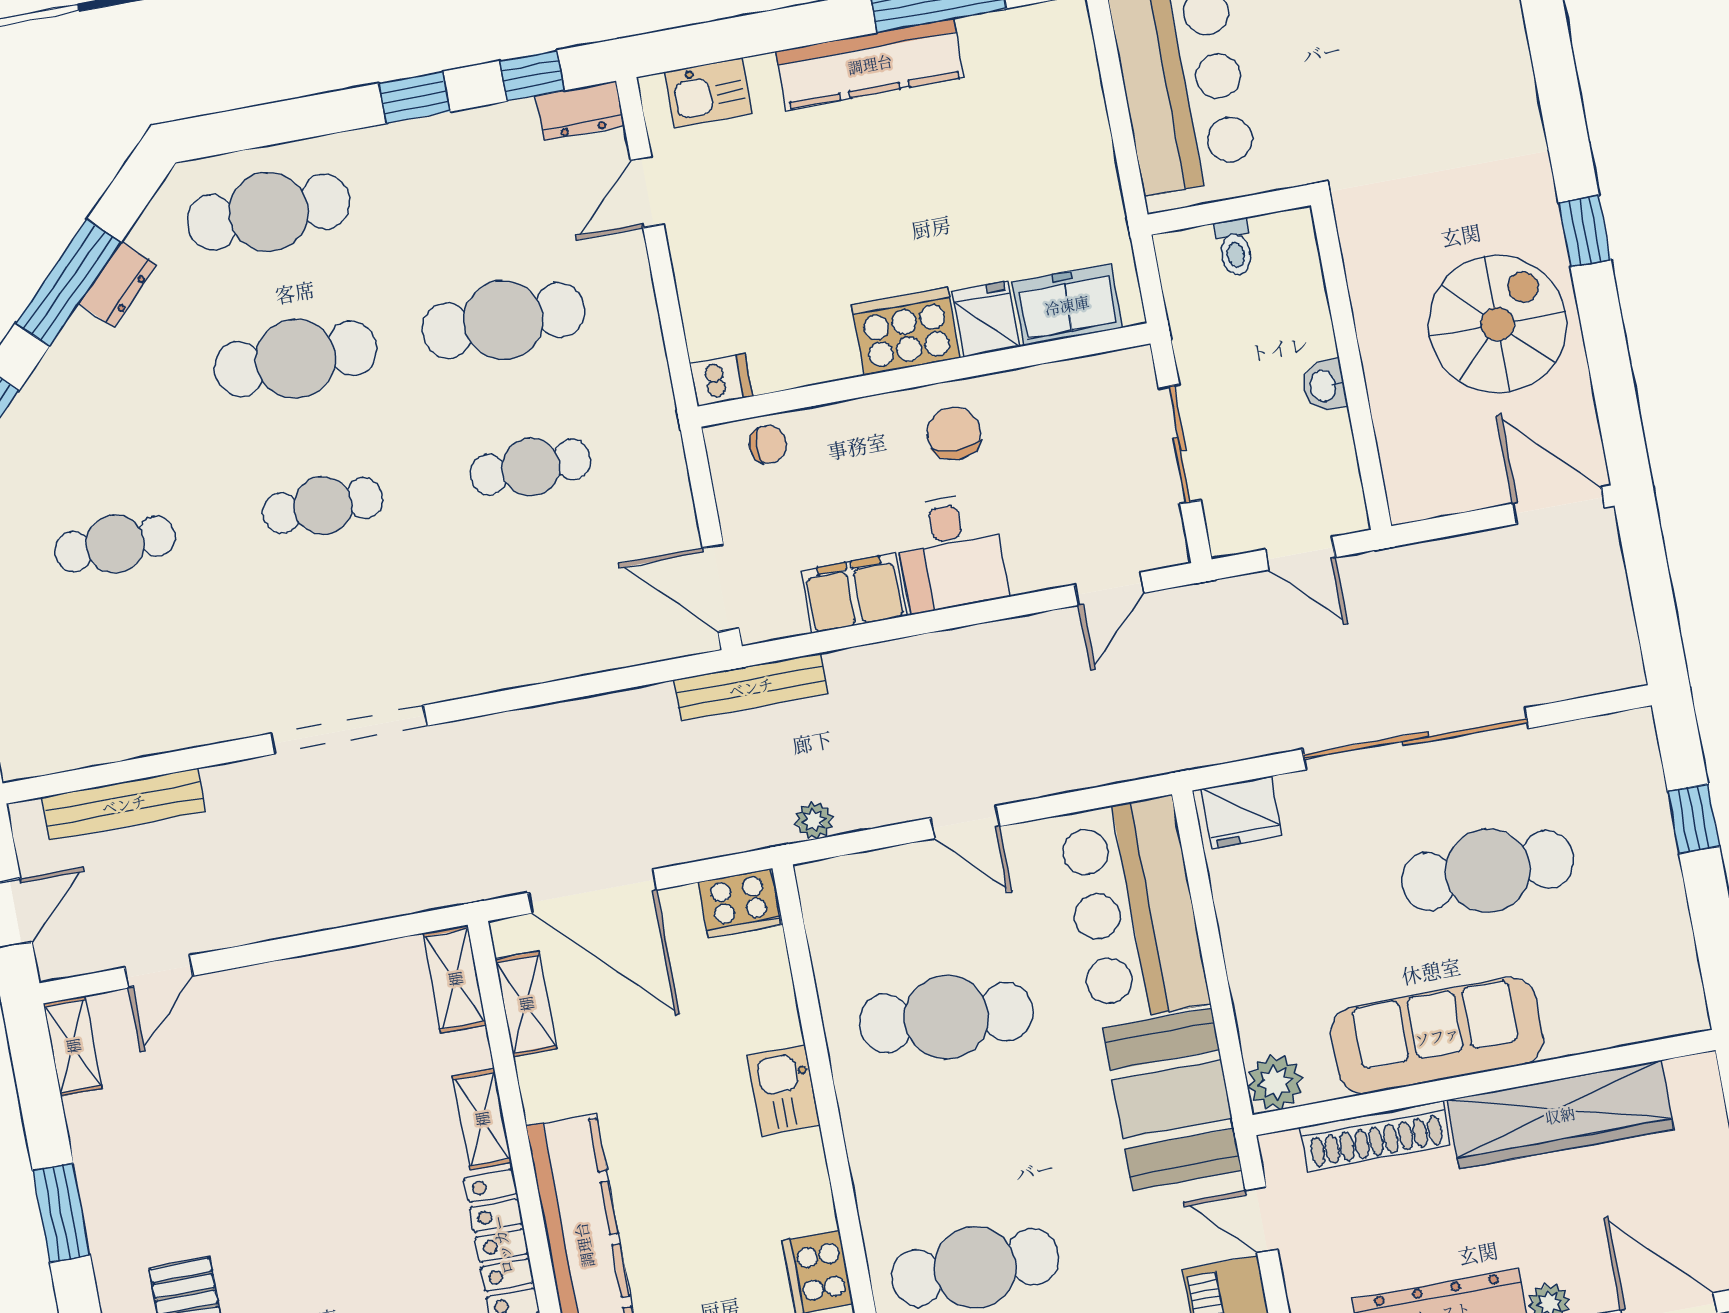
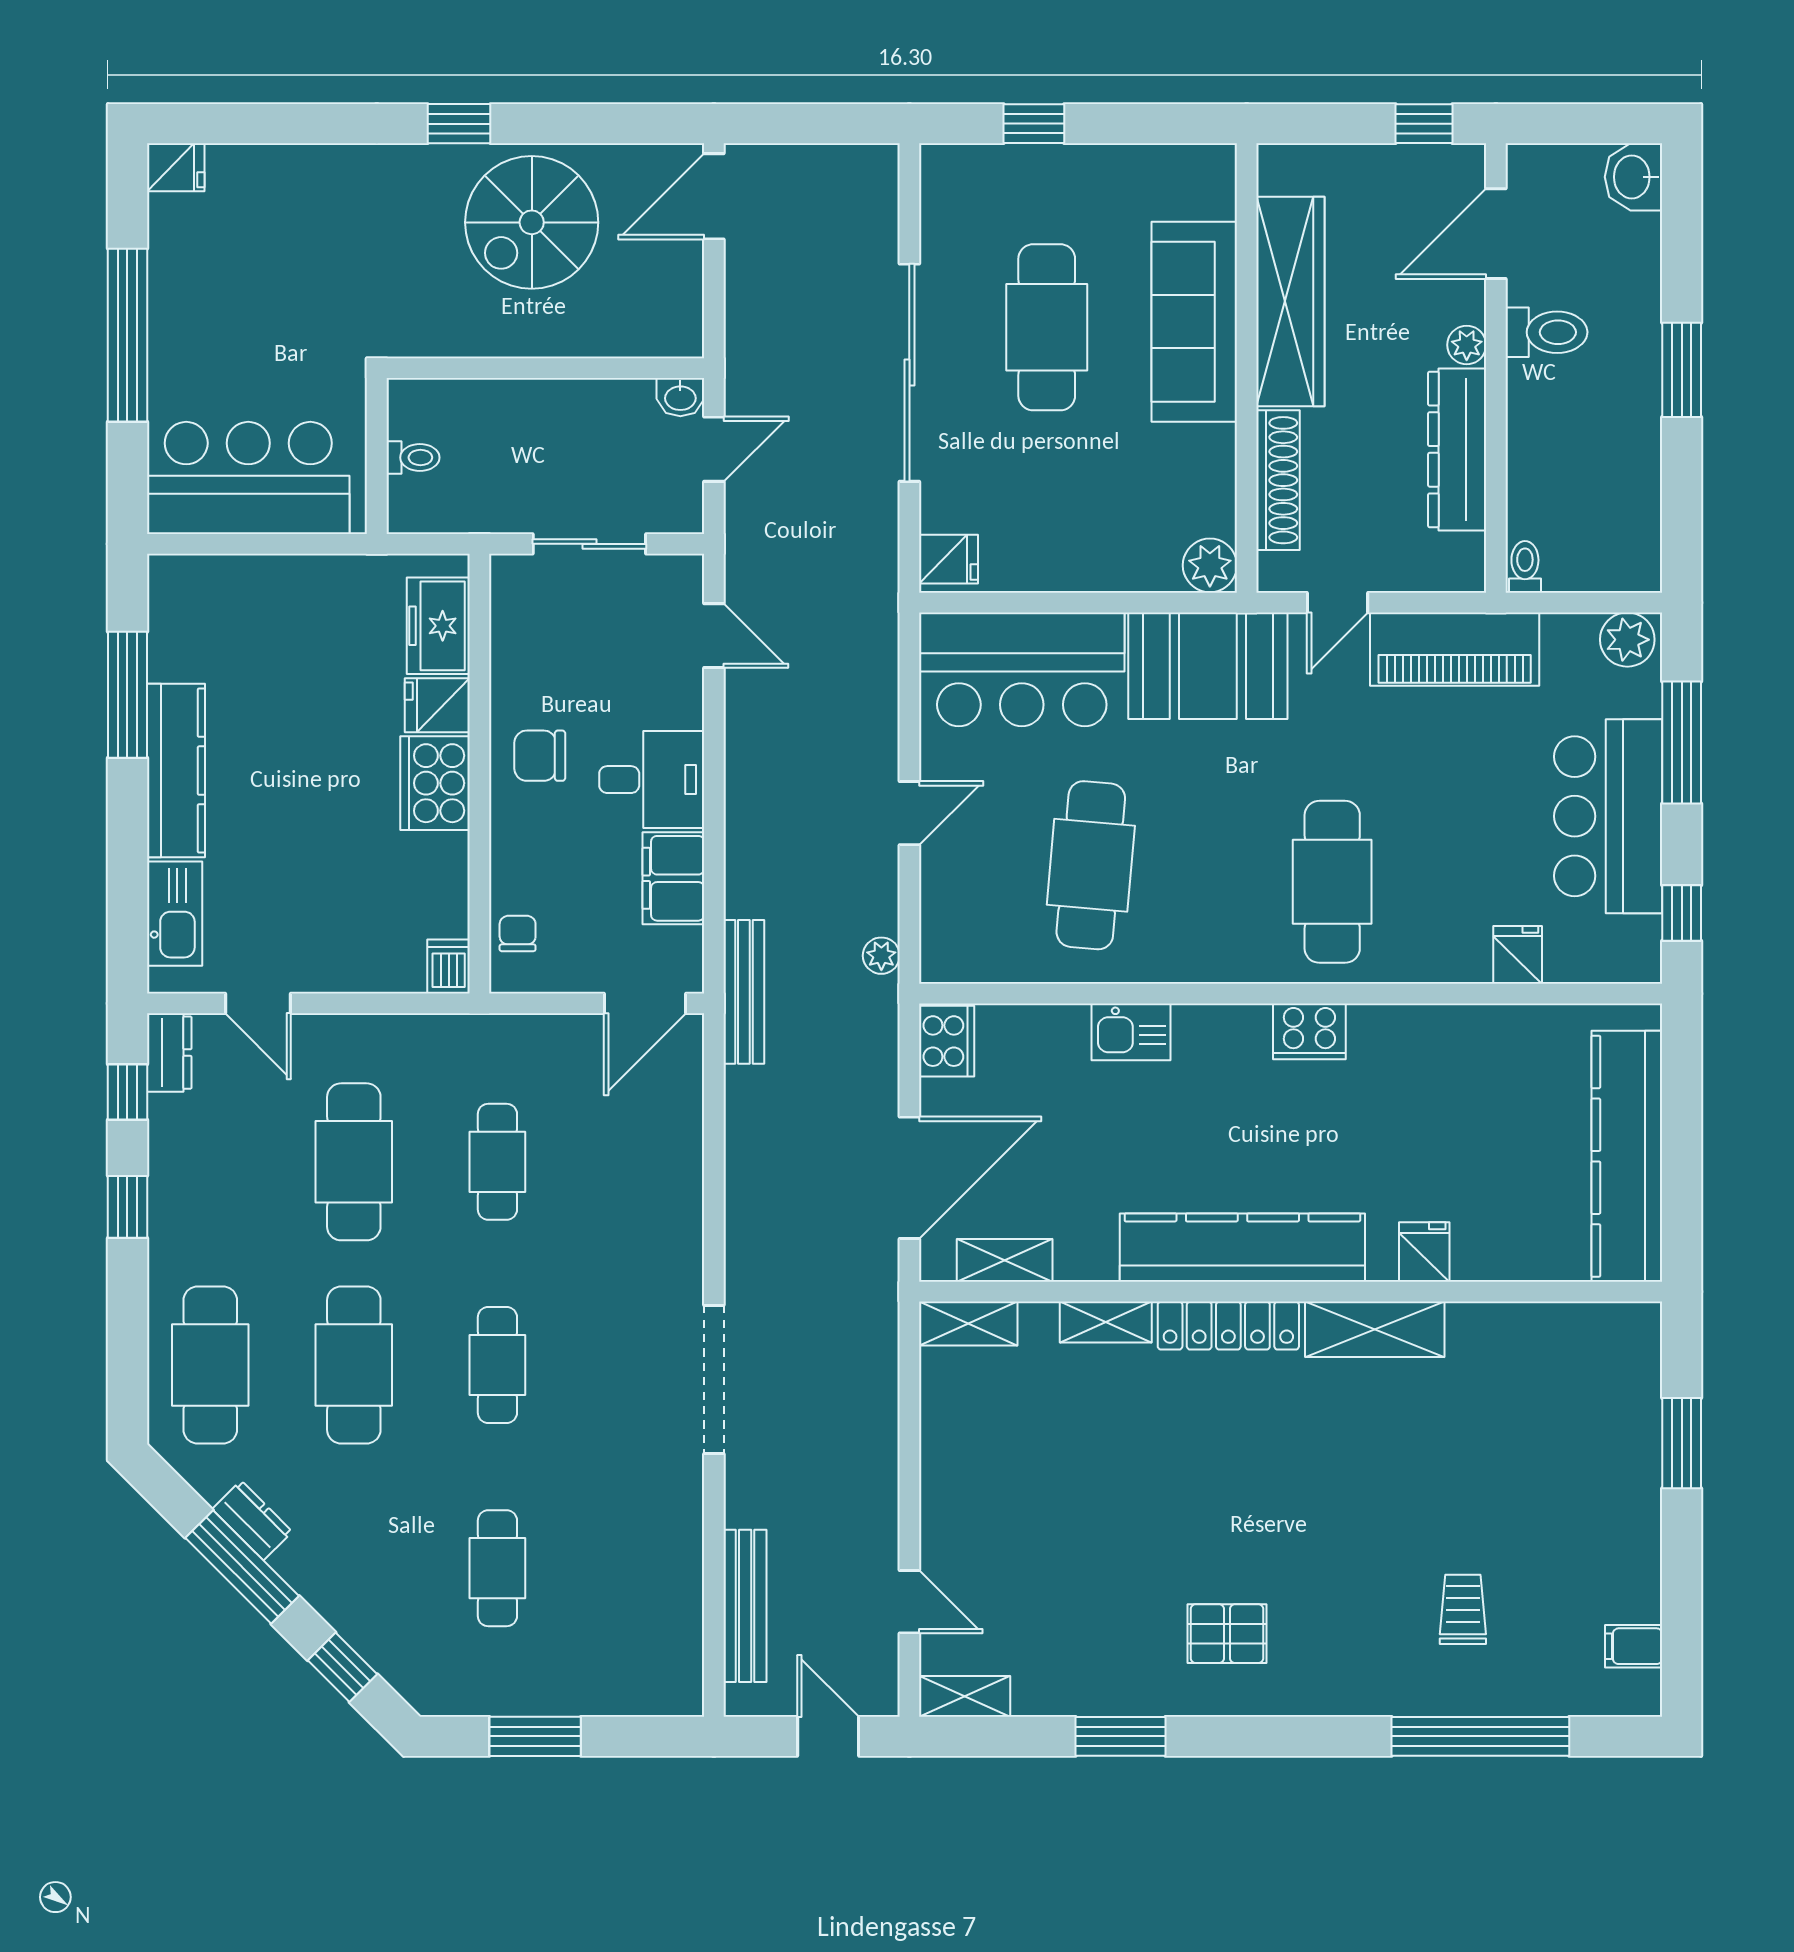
kitchen sink: (709, 93) -> (175, 914), width x1.38
spiral stairs: (1498, 324) -> (532, 222), turned -90
washbasin: (1324, 386) -> (680, 397), moved
fridge: (1242, 812) -> (948, 559), width x0.72
sofa: (1437, 1036) -> (1194, 322), moved

